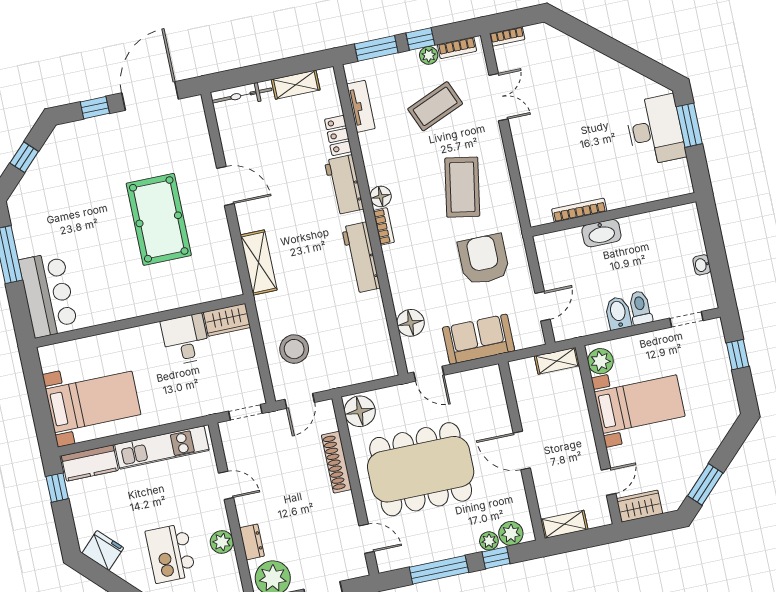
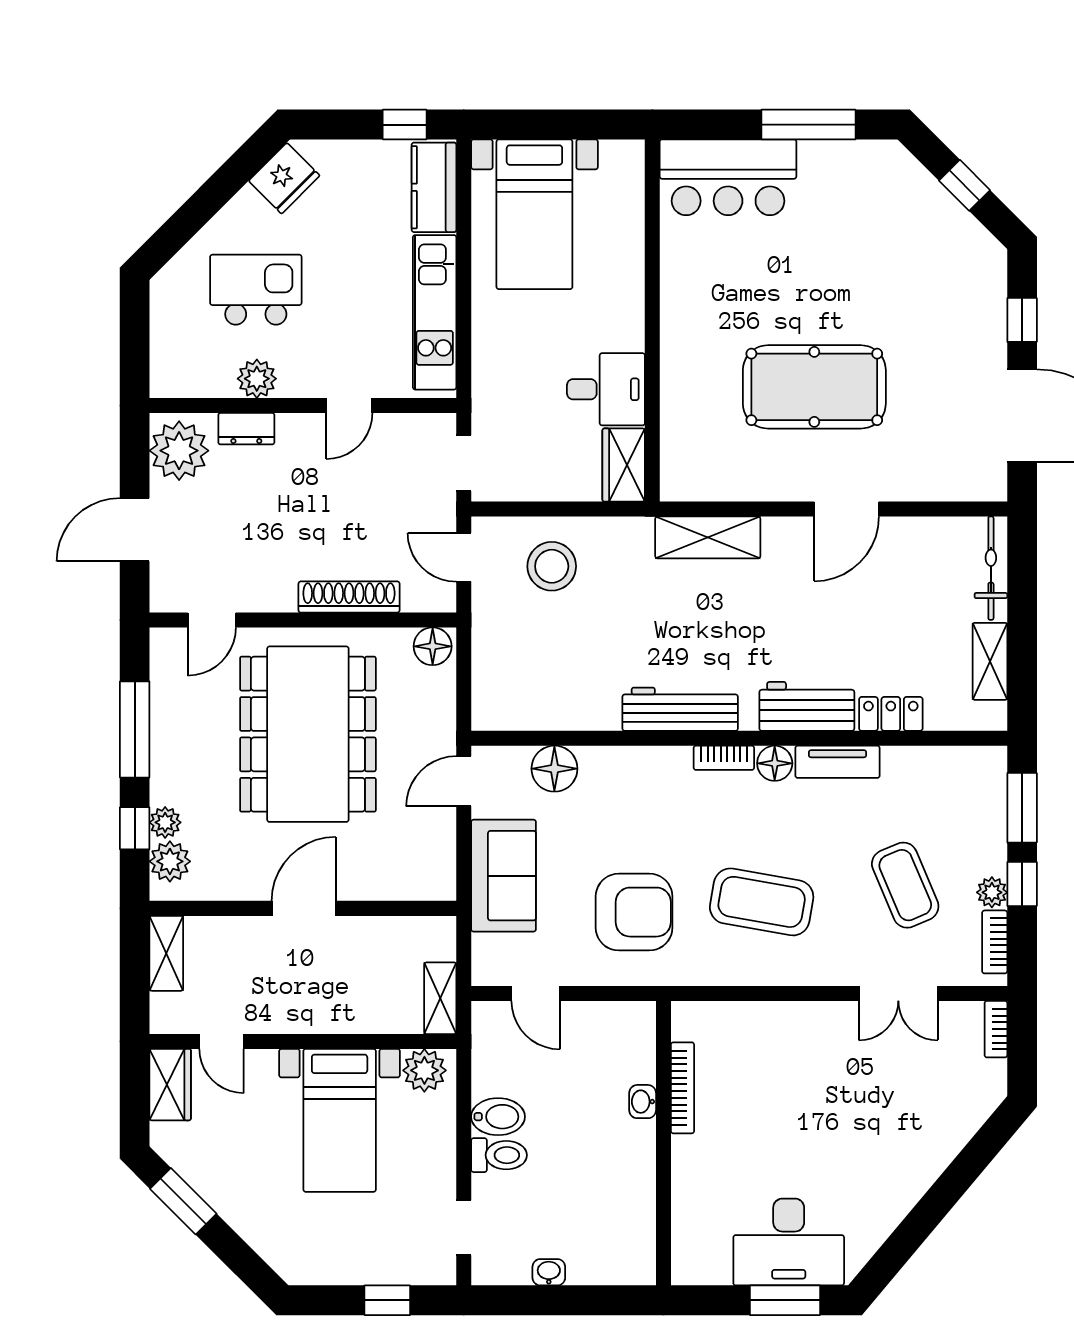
tv unit: (361, 106) -> (837, 762), moved
washbasin: (601, 233) -> (643, 1102), width x0.52, depth x0.69
floor lamp: (360, 411) -> (433, 646), width x0.73, depth x0.73

